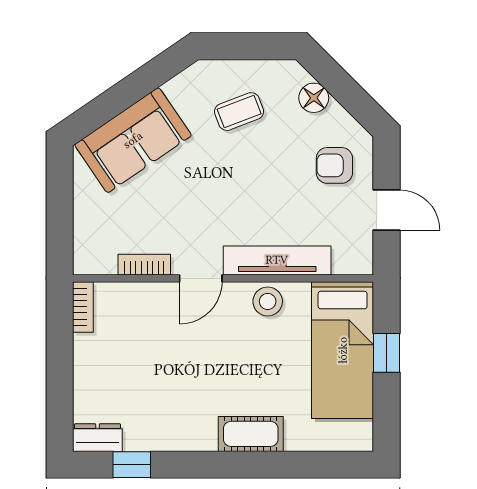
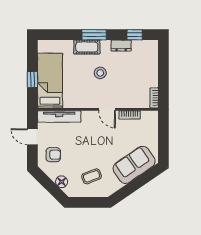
tv unit: (277, 260) -> (59, 117), moved
door: (201, 278) -> (107, 109), swing flipped
stool: (268, 301) -> (100, 73), moved
dresser: (97, 438) -> (121, 46), moved
window: (232, 465) -> (94, 35), added

